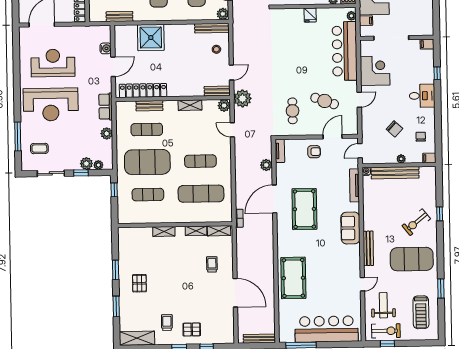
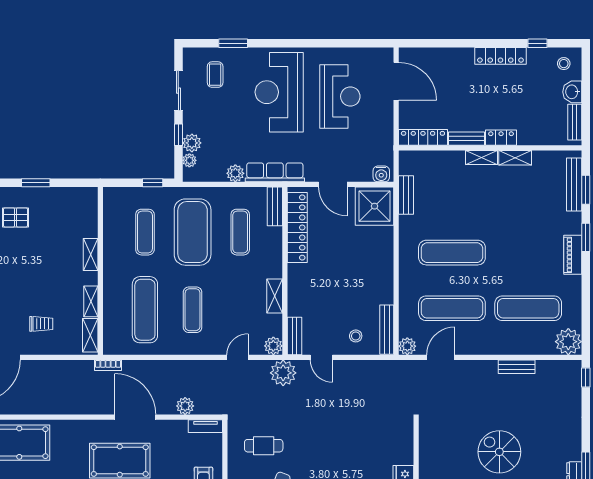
shower: (151, 38) -> (375, 206), moved
water cooler: (106, 48) -> (381, 174), moved
row of seats: (106, 106) -> (275, 172), width x1.48
bench: (149, 106) -> (275, 206), moved
window: (18, 137) -> (233, 43), width x0.69

